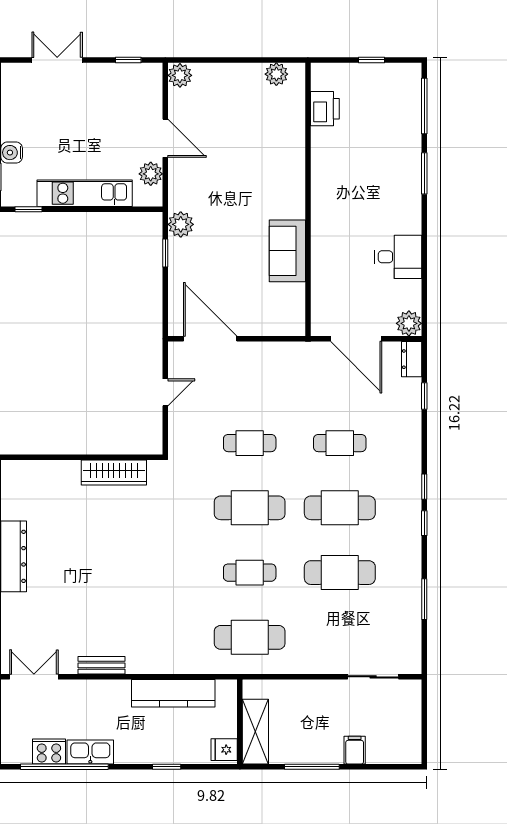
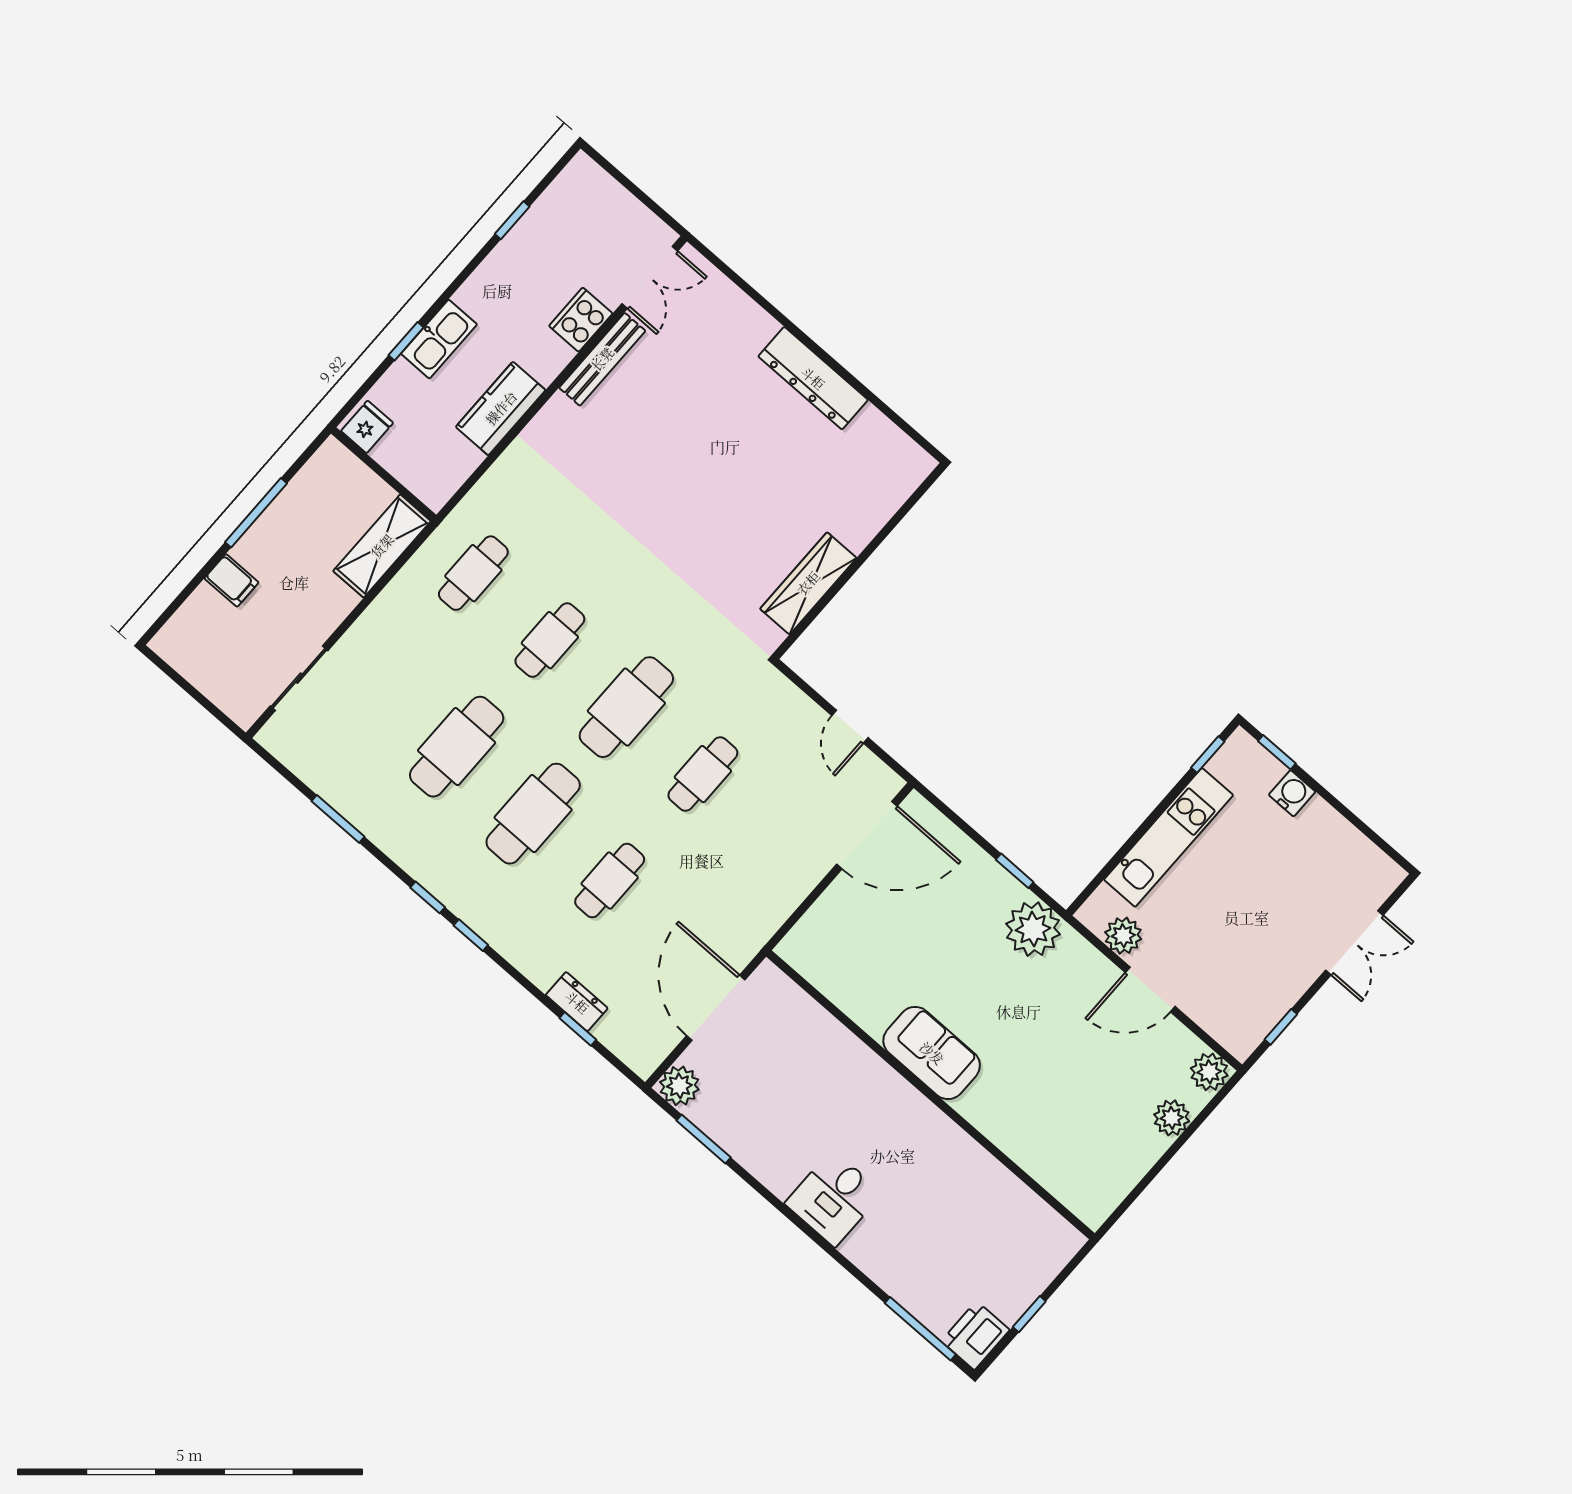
plant: (276, 74) -> (1172, 1118), moved
printer: (325, 109) -> (975, 1335), moved, turned 90
window: (424, 173) -> (704, 1139), moved
plant: (181, 224) -> (1033, 929), width x1.36, depth x1.36
sofa: (287, 251) -> (932, 1053), moved
desk: (398, 257) -> (834, 1198), moved
door: (356, 339) -> (716, 1008), hinge flipped
dresser: (412, 359) -> (577, 1002), moved
cafe table: (250, 637) -> (473, 573), width x0.73, depth x0.74
bench: (102, 665) -> (602, 359), width x1.36
kitchen counter: (173, 693) -> (501, 408), width x0.67
shelving: (255, 732) -> (382, 546), moved, turned 90
cooker: (49, 751) -> (581, 320), moved, turned 180
kitchen sink: (90, 752) -> (439, 339), moved
window: (64, 767) -> (512, 220), width x0.32

